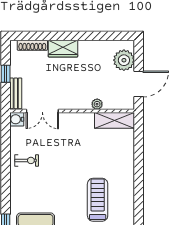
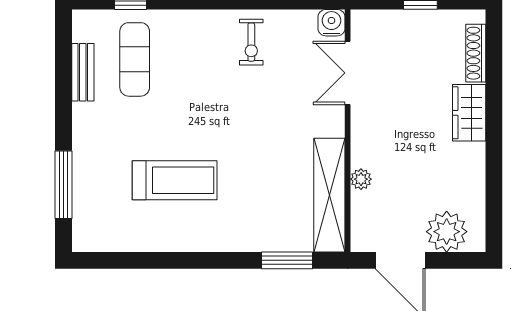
bench: (16, 93) -> (382, 21), removed
shelving: (114, 120) -> (329, 195), width x1.47
window: (139, 142) -> (287, 260), added

